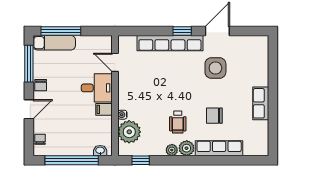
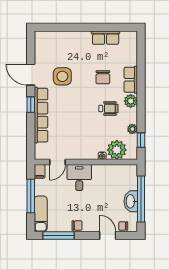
window: (61, 31) -> (31, 196), moved
row of seats: (261, 103) -> (106, 38), moved
door: (29, 109) -> (108, 236), moved
filing cabinet: (104, 109) -> (40, 171), moved
row of seats: (219, 148) -> (131, 80), width x0.68
plant: (172, 150) -> (132, 129), moved
washbasin: (100, 151) -> (131, 201), moved, width x1.91, depth x1.45

